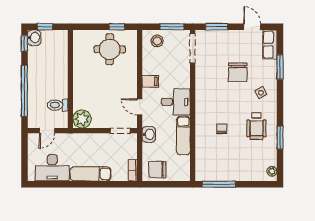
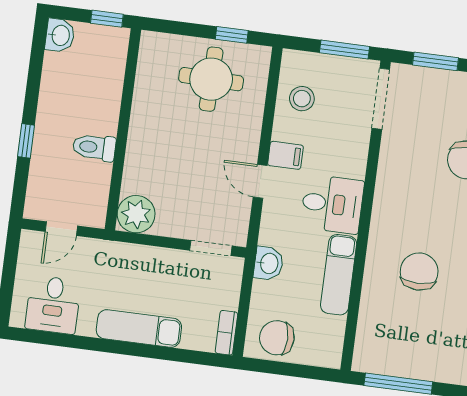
window: (45, 27) -> (107, 19), moved
stool: (157, 41) -> (302, 99), moved
window: (24, 43) -> (38, 45), removed
window: (24, 91) -> (26, 141), width x0.32
toilet: (58, 105) -> (94, 147), moved
door: (140, 107) -> (260, 181), moved
chair: (222, 129) -> (419, 272), width x1.87, depth x1.87
desk: (52, 168) -> (53, 305), width x0.73

